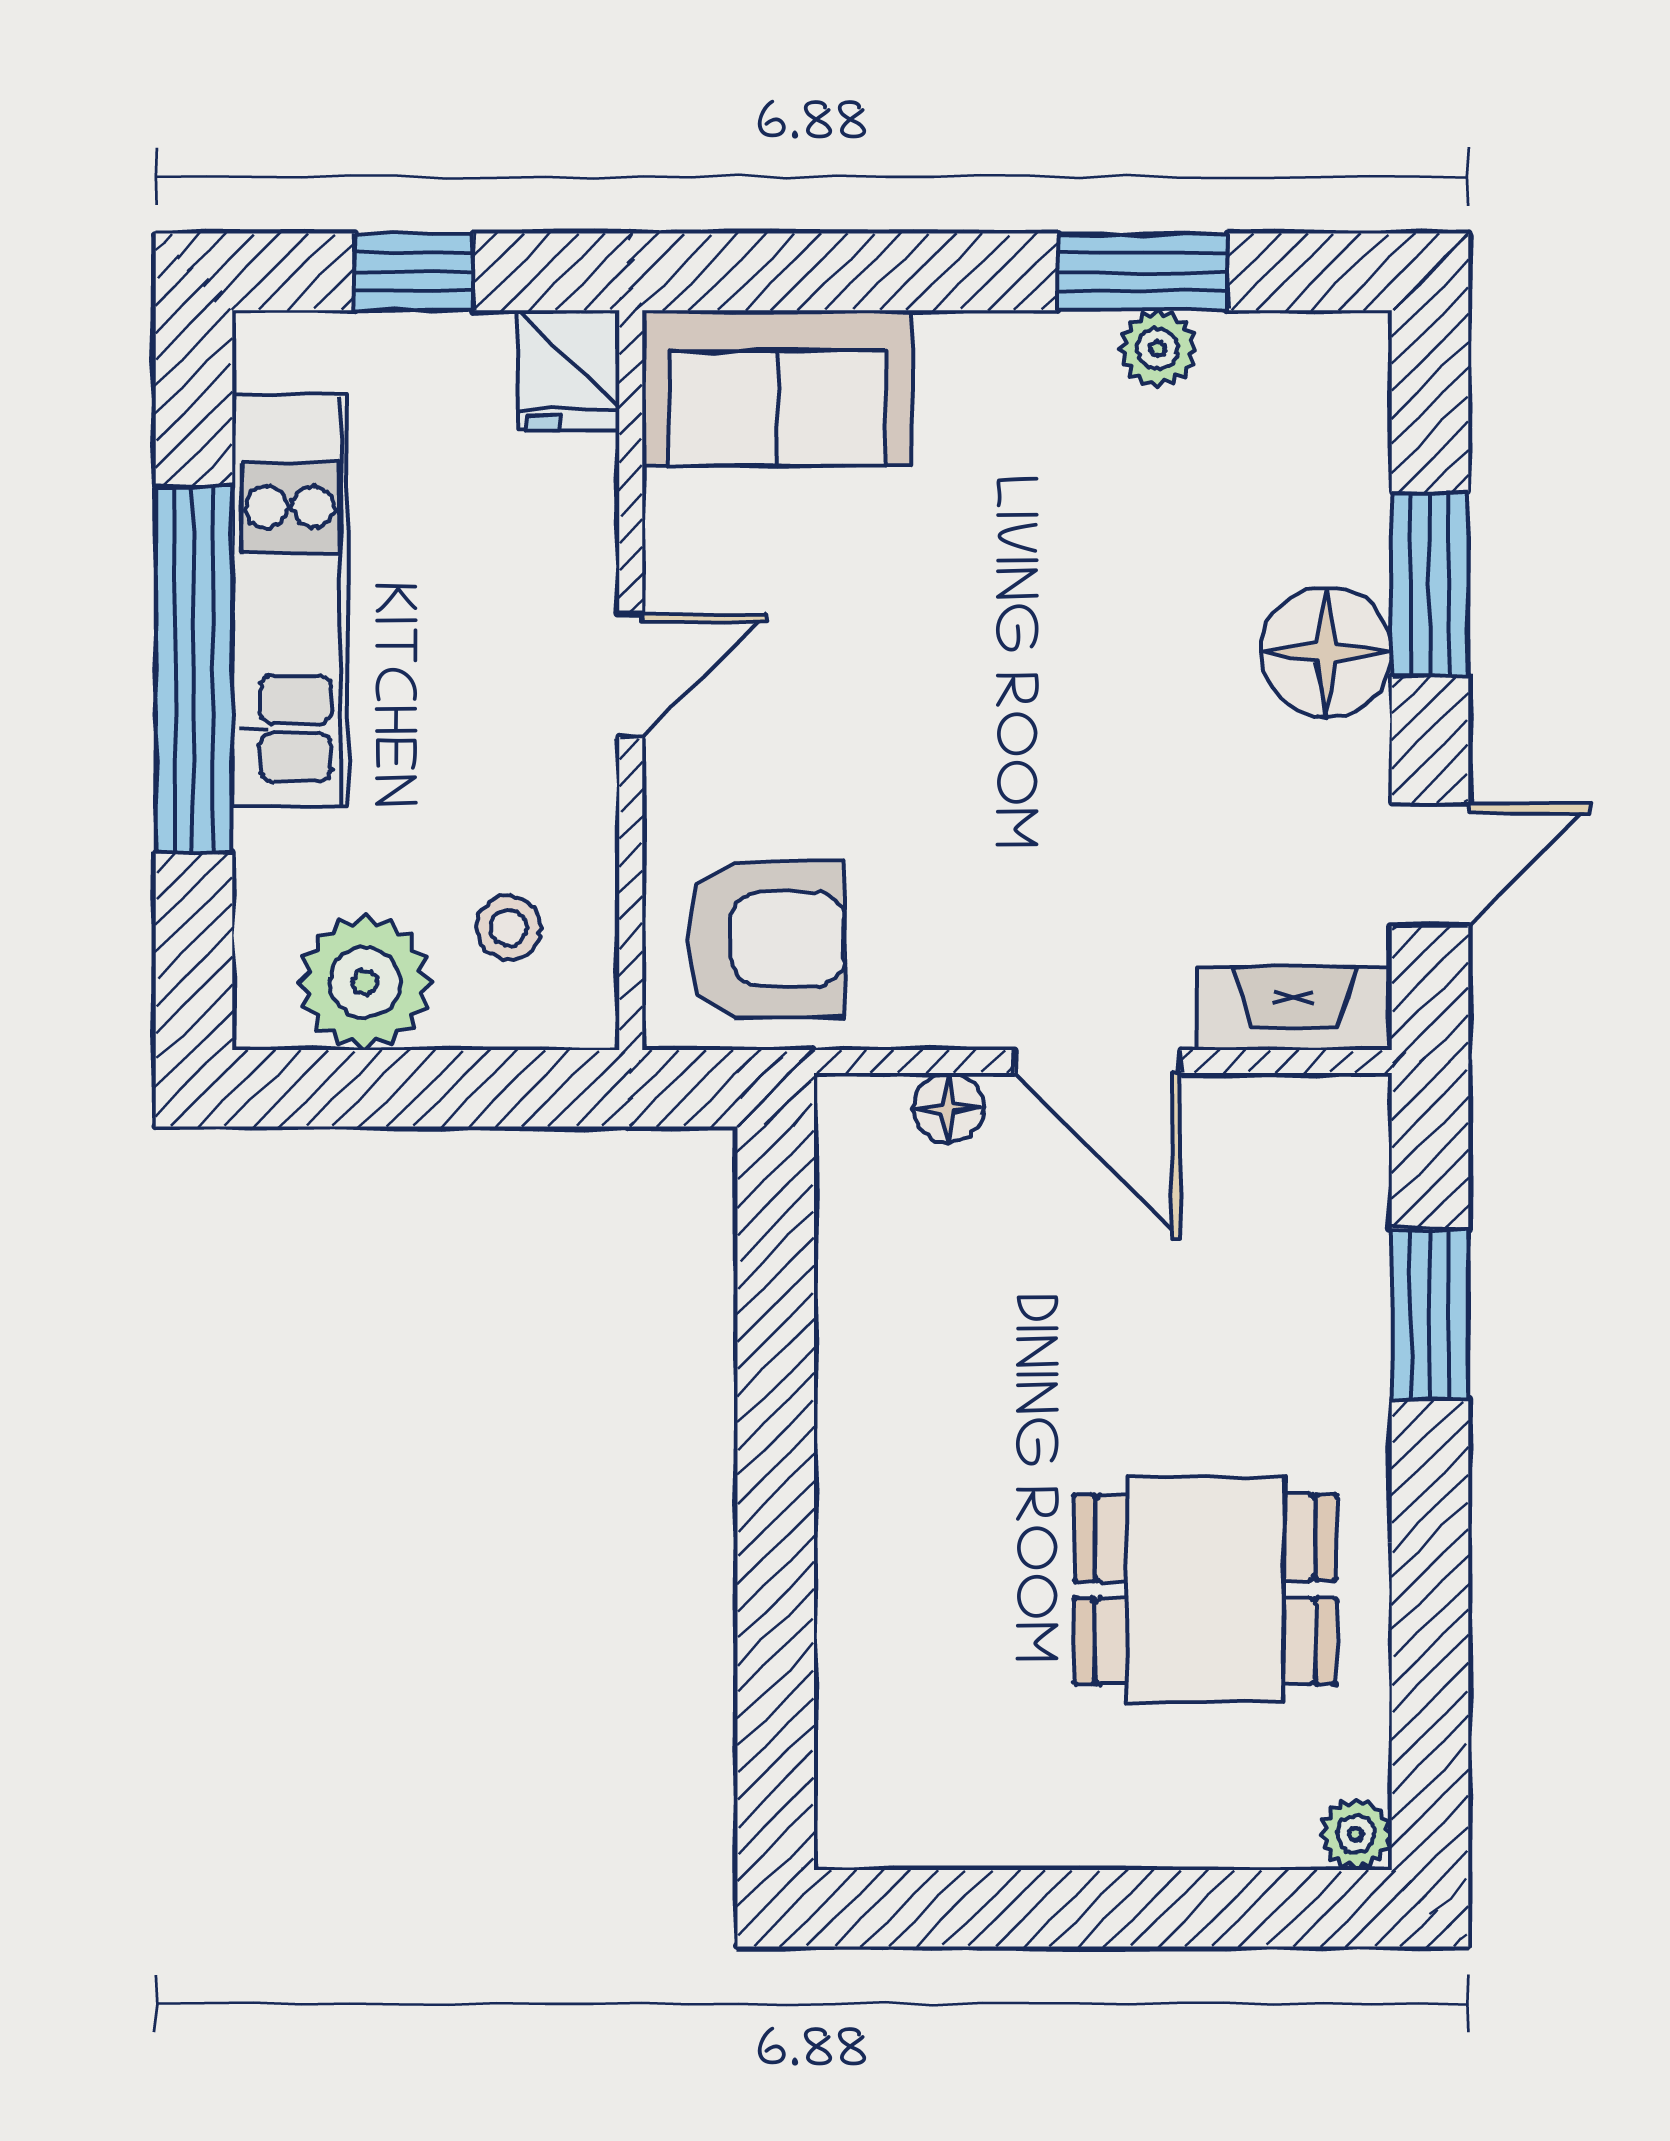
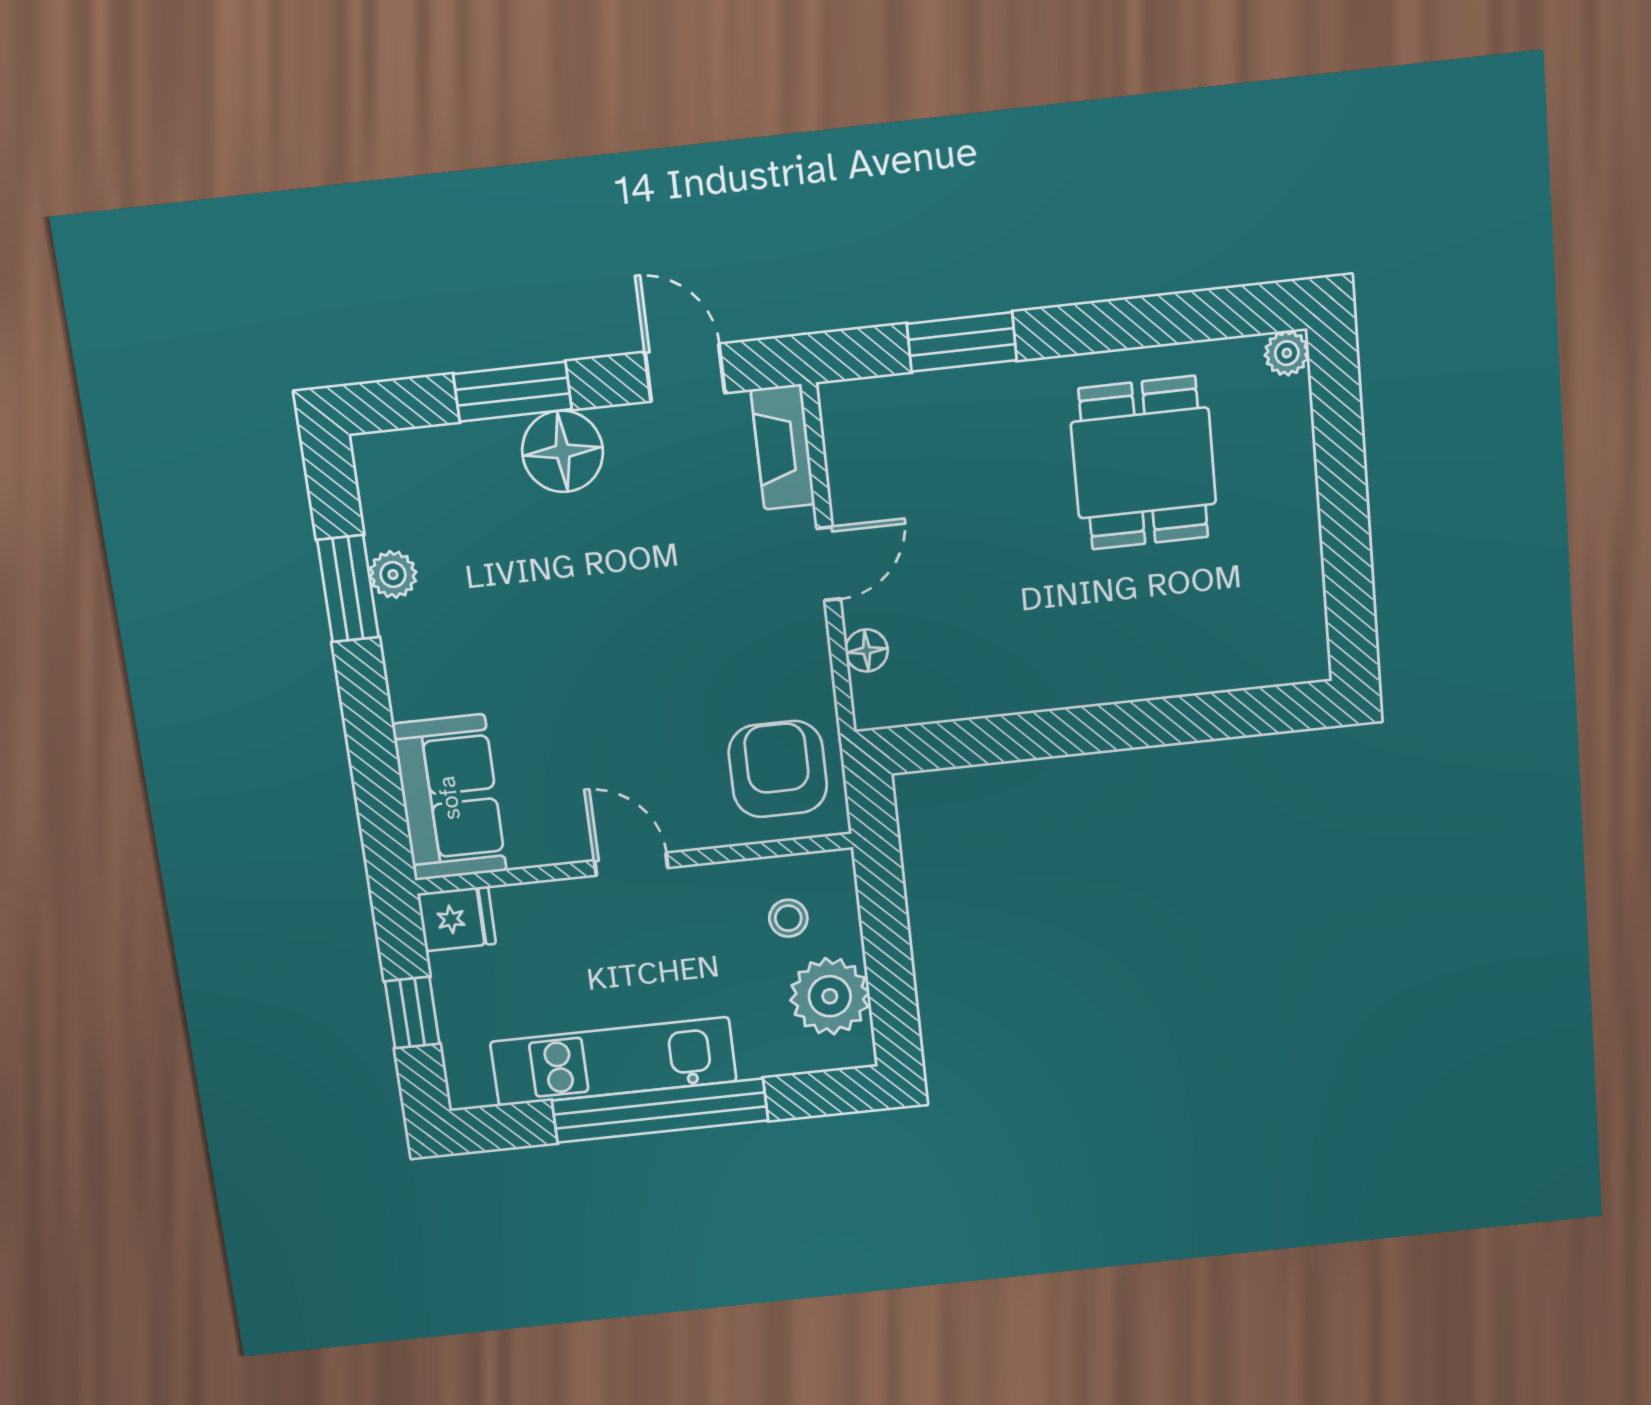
door: (1098, 1061) -> (829, 564), width x0.73

